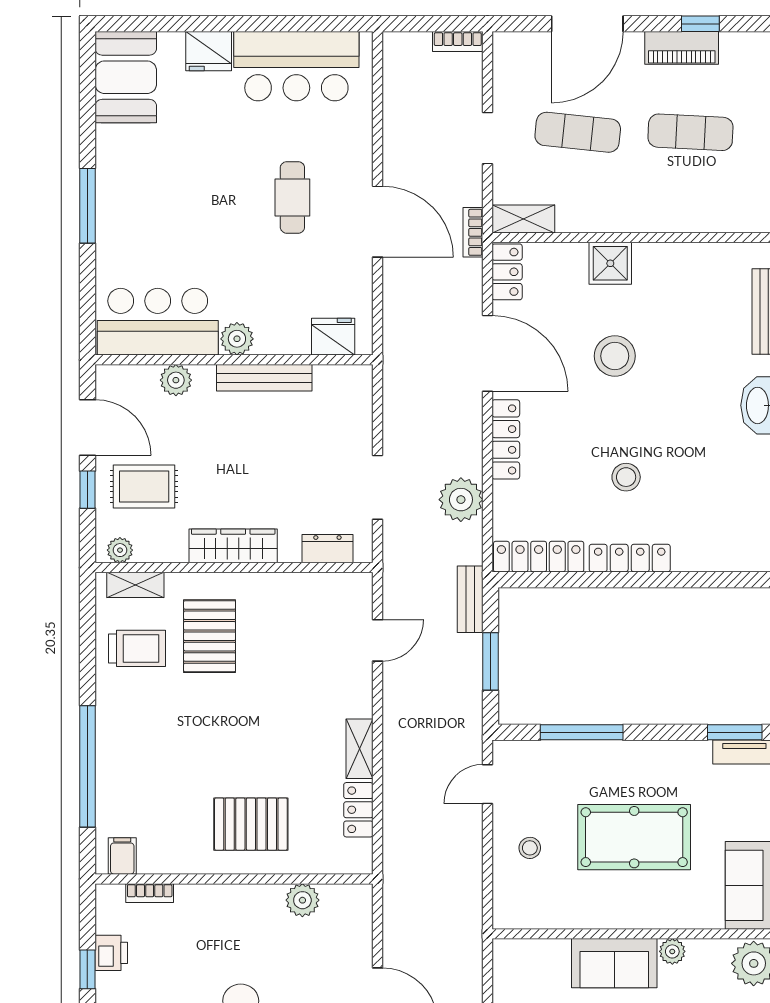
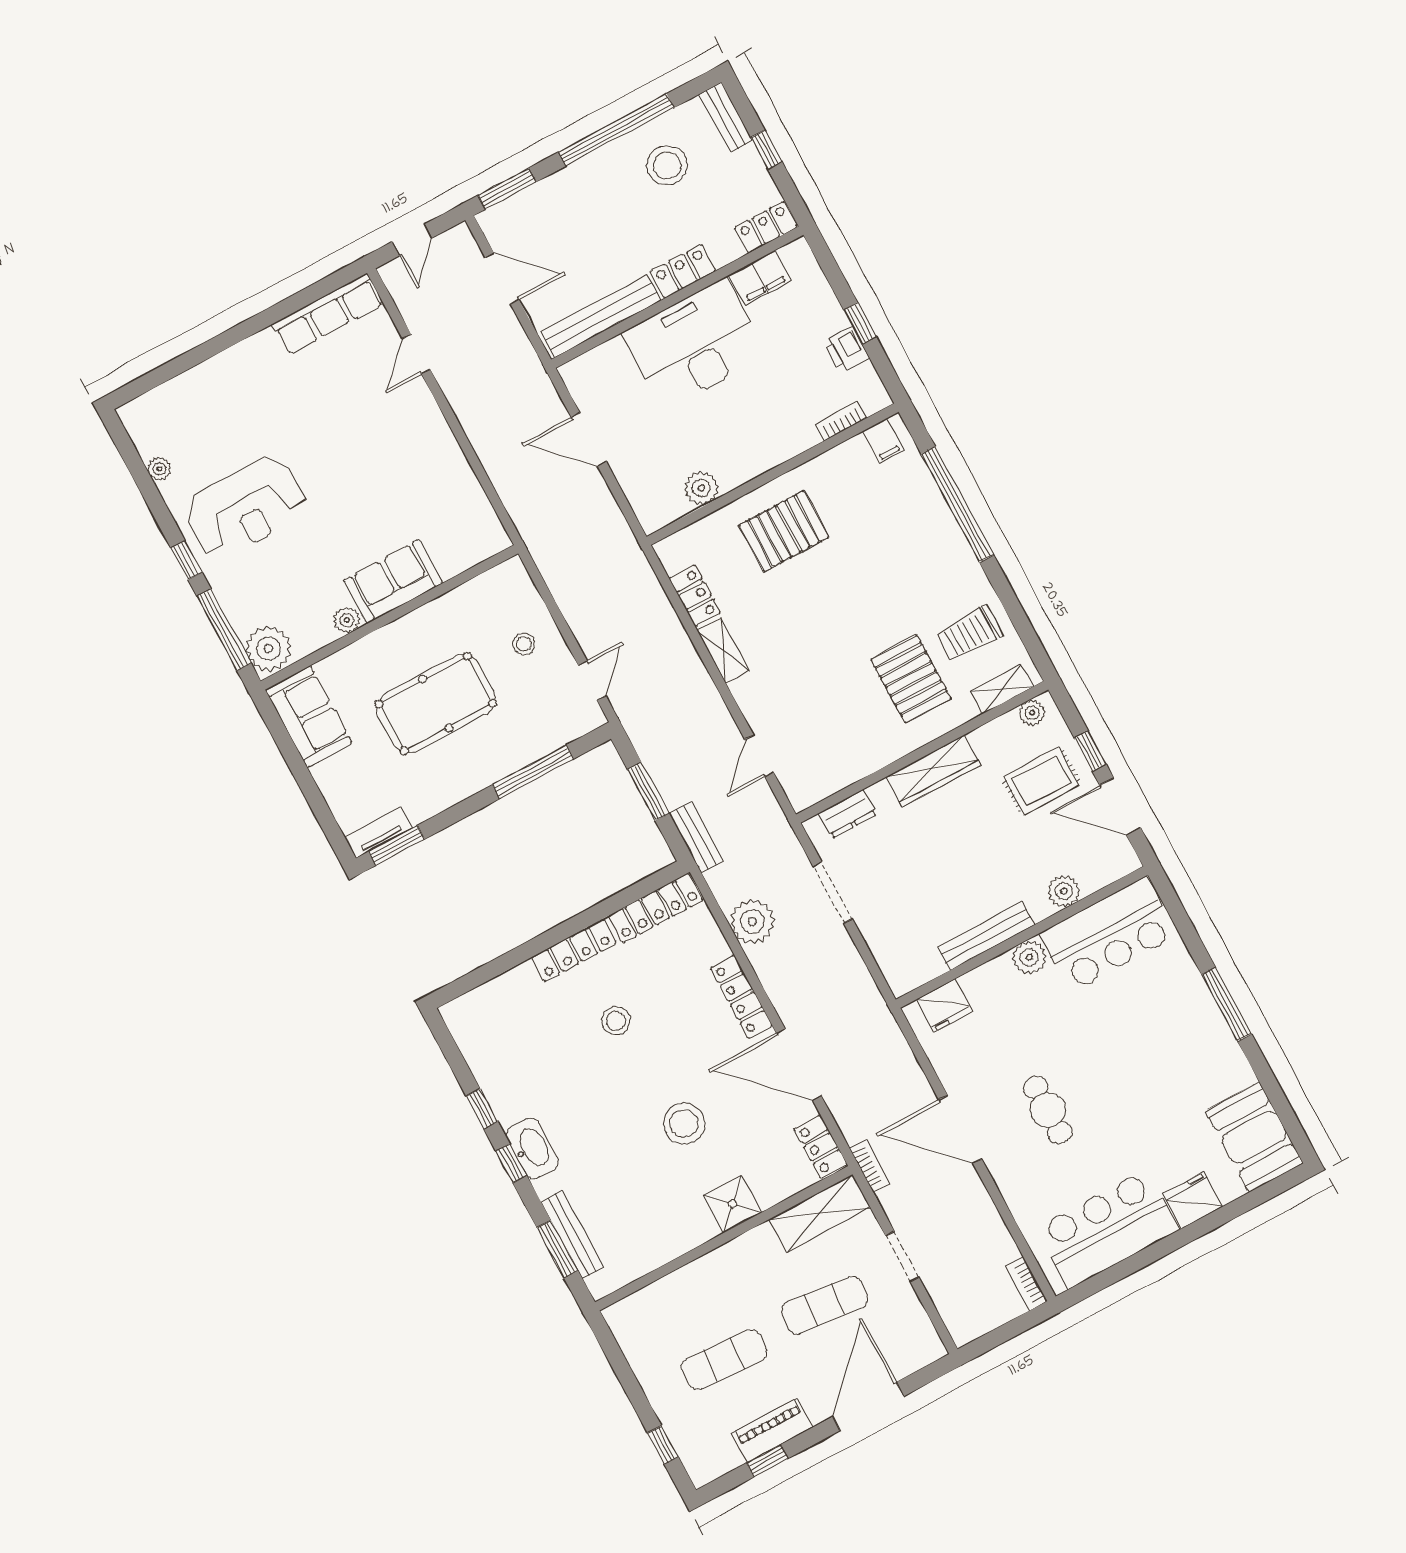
bookcase: (458, 42) -> (1026, 1283), moved, turned -90
shelving: (523, 219) -> (820, 1213), width x1.50, depth x1.33

